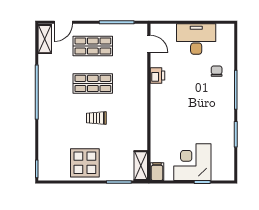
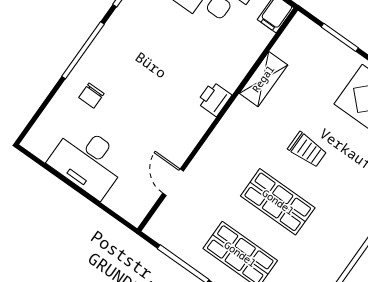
door: (149, 44) -> (173, 182), moved
printer: (157, 75) -> (214, 99), moved
shelving: (141, 166) -> (263, 79), moved

